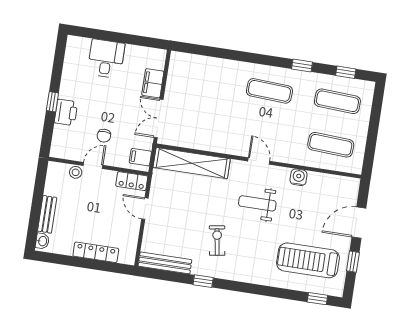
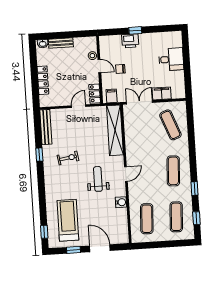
exercise mat: (201, 80) -> (170, 125), added

